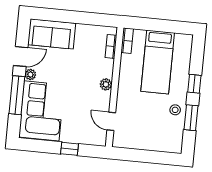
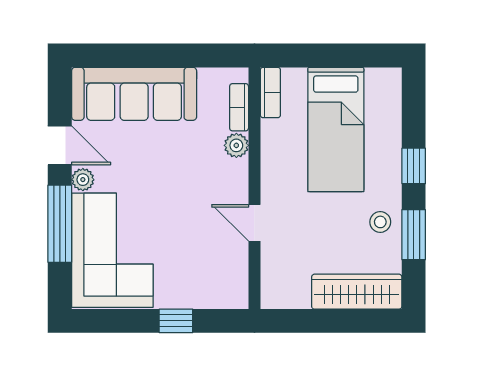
sofa: (52, 34) -> (134, 94), width x1.36
door: (21, 56) -> (60, 145), hinge flipped
plant: (106, 84) -> (236, 145), moved
door: (111, 121) -> (254, 223), moved
wardrobe: (160, 143) -> (357, 292), added

